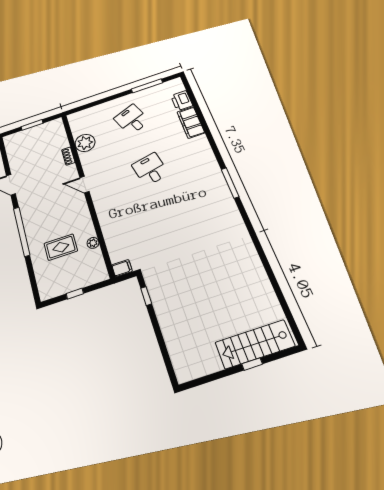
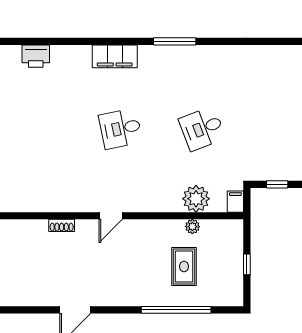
desk: (132, 120) -> (202, 129), moved
filing cabinet: (191, 122) -> (115, 56), moved
plant: (85, 143) -> (196, 199), moved
window: (22, 231) -> (176, 310), moved

